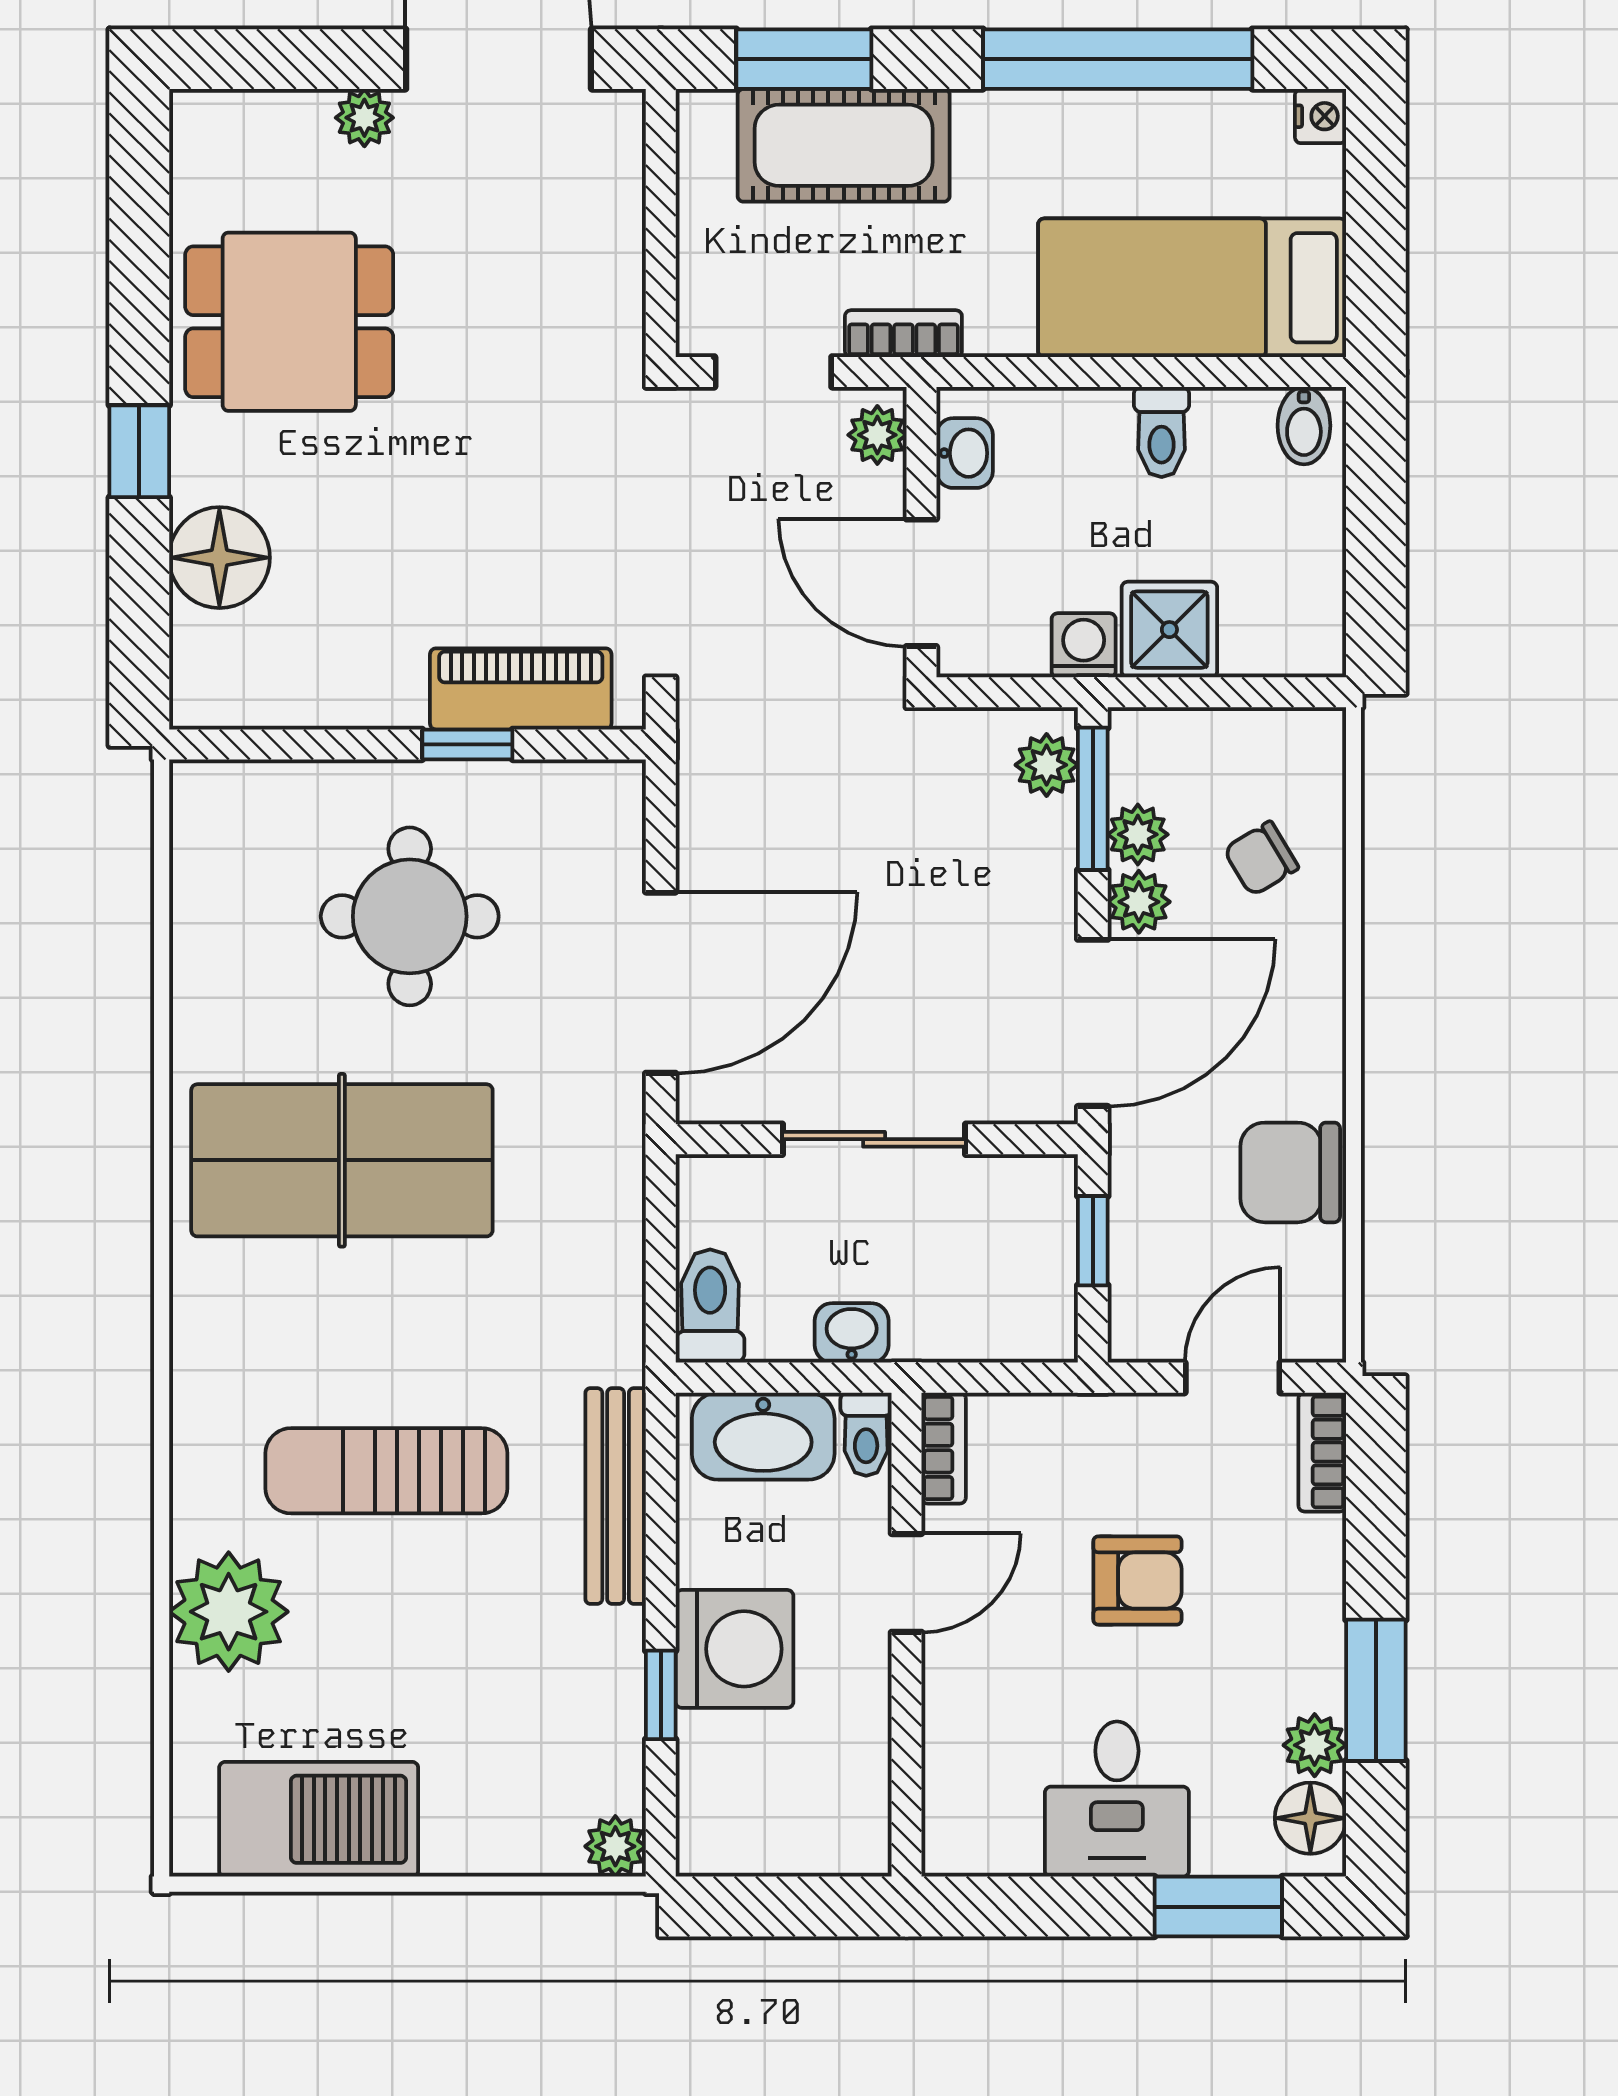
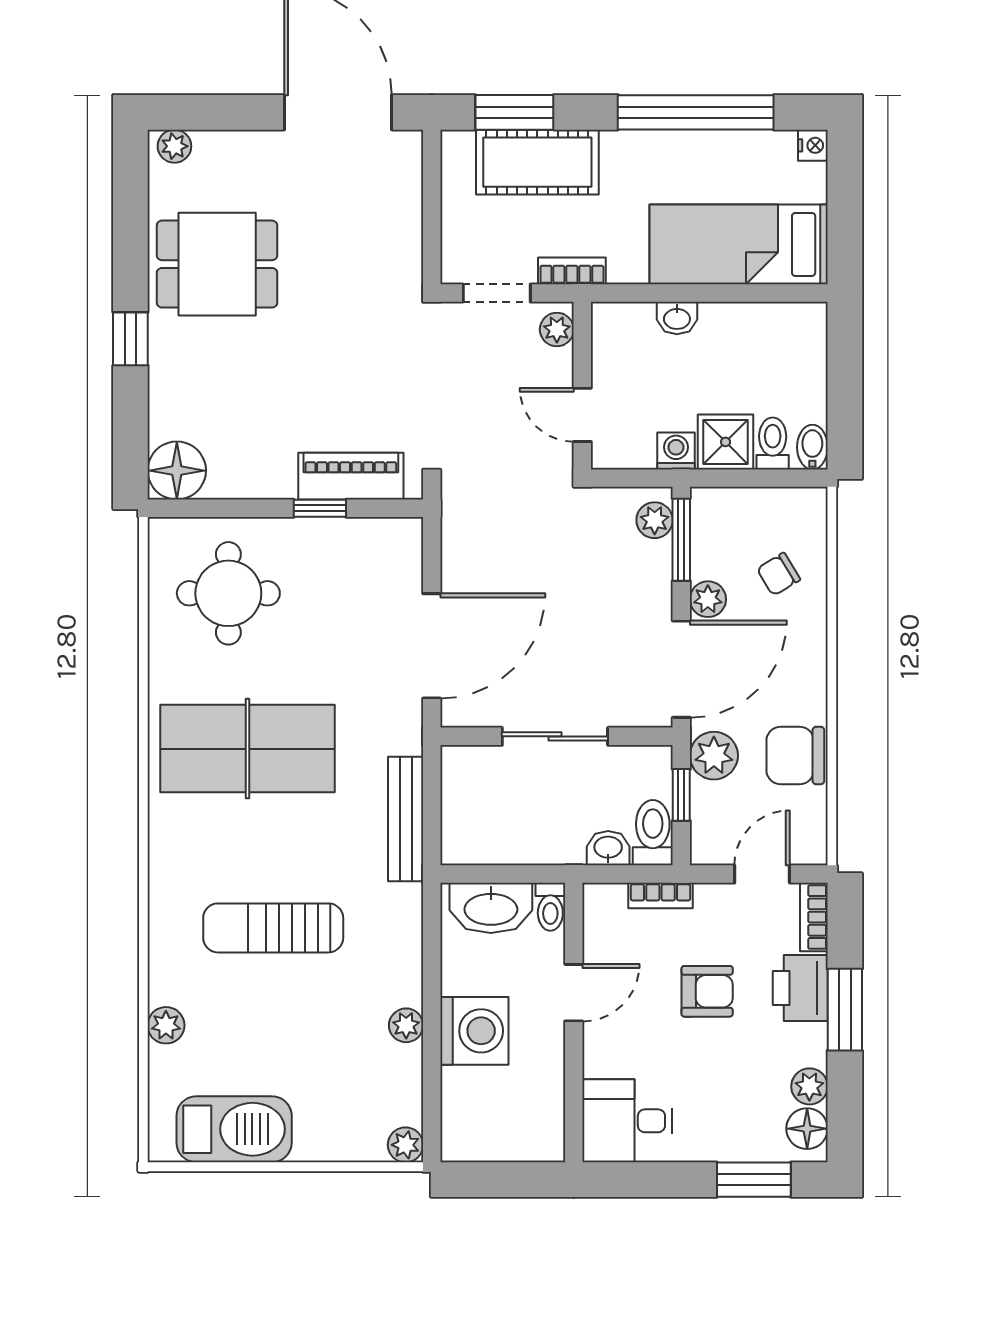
plant: (364, 118) -> (174, 146), moved
bidet: (1304, 426) -> (812, 447), moved, turned 180
toilet: (1162, 432) -> (773, 443), moved, turned 180
washbasin: (965, 453) -> (677, 318), moved, turned 90
floor lamp: (219, 558) -> (177, 471), moved
door: (921, 583) -> (582, 415), width x0.73
plant: (1138, 834) -> (714, 756), moved, width x1.38, depth x1.38
round table: (410, 916) -> (228, 593), moved
toilet: (710, 1306) -> (653, 833), moved
washbasin: (852, 1333) -> (608, 848), moved
bookcase: (944, 1448) -> (661, 896), moved, turned 90
bench: (616, 1496) -> (406, 819), moved
printer: (1299, 1575) -> (800, 988), added
plant: (229, 1612) -> (166, 1025), width x0.53, depth x0.53
plant: (616, 1639) -> (406, 1025), added
window: (1376, 1690) -> (845, 1010), moved
window: (661, 1695) -> (432, 1057), removed
desk: (1117, 1799) -> (627, 1121), moved, turned 90

